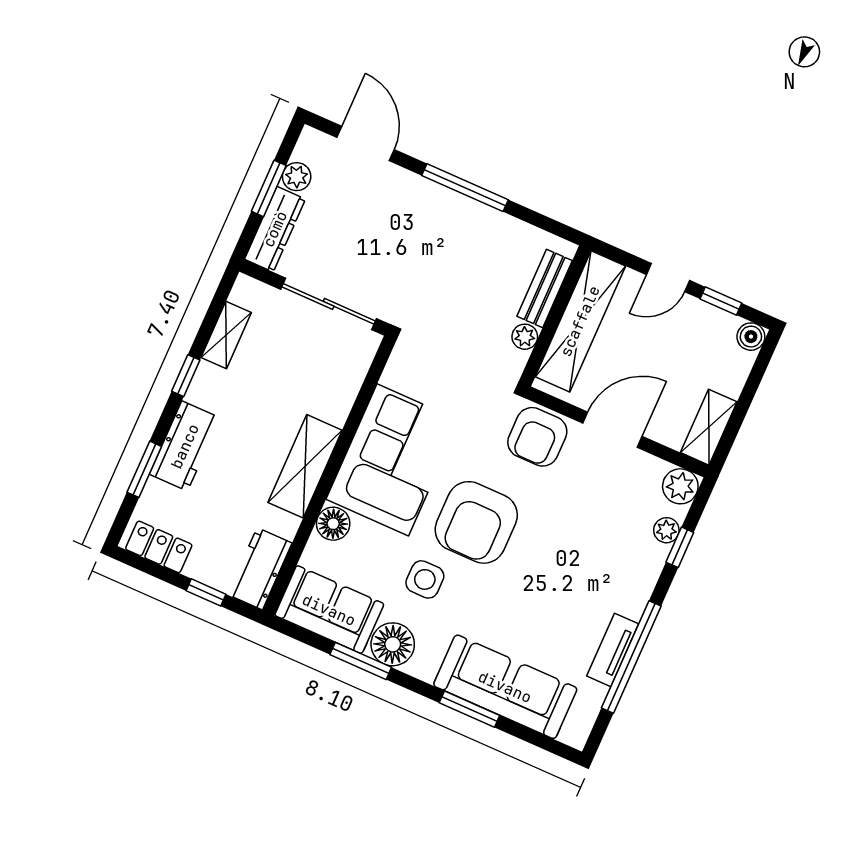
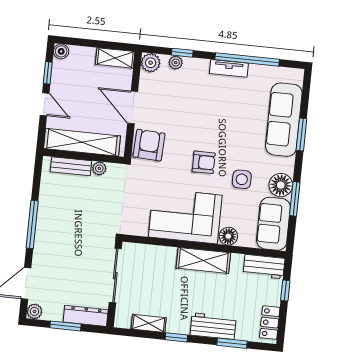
plant: (297, 177) -> (34, 311), moved
armchair: (537, 437) -> (149, 145), turned -87
armchair: (476, 522) -> (204, 162), width x0.53, depth x0.53
tv unit: (613, 650) -> (229, 68), moved

